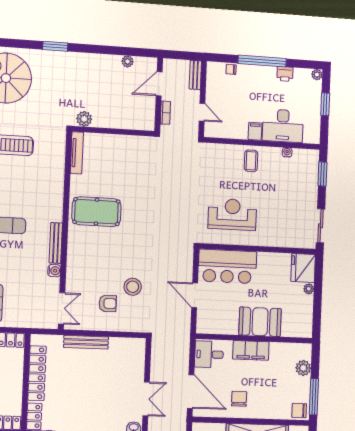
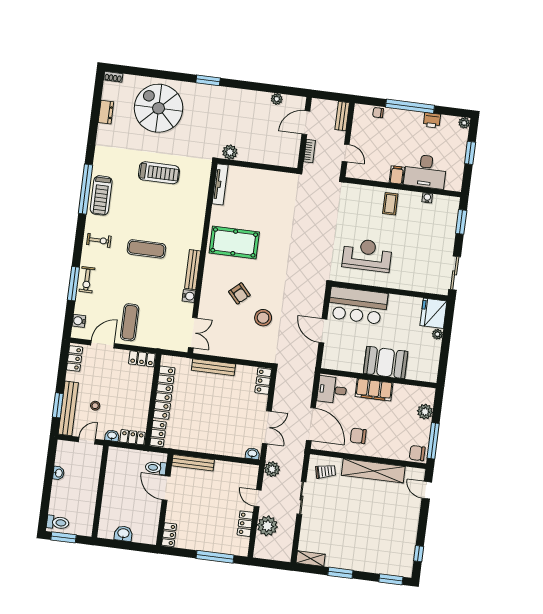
armchair: (108, 303) -> (239, 293), moved, turned 48
locker: (138, 352) -> (263, 381), added
chair: (239, 399) -> (358, 436), turned -90

